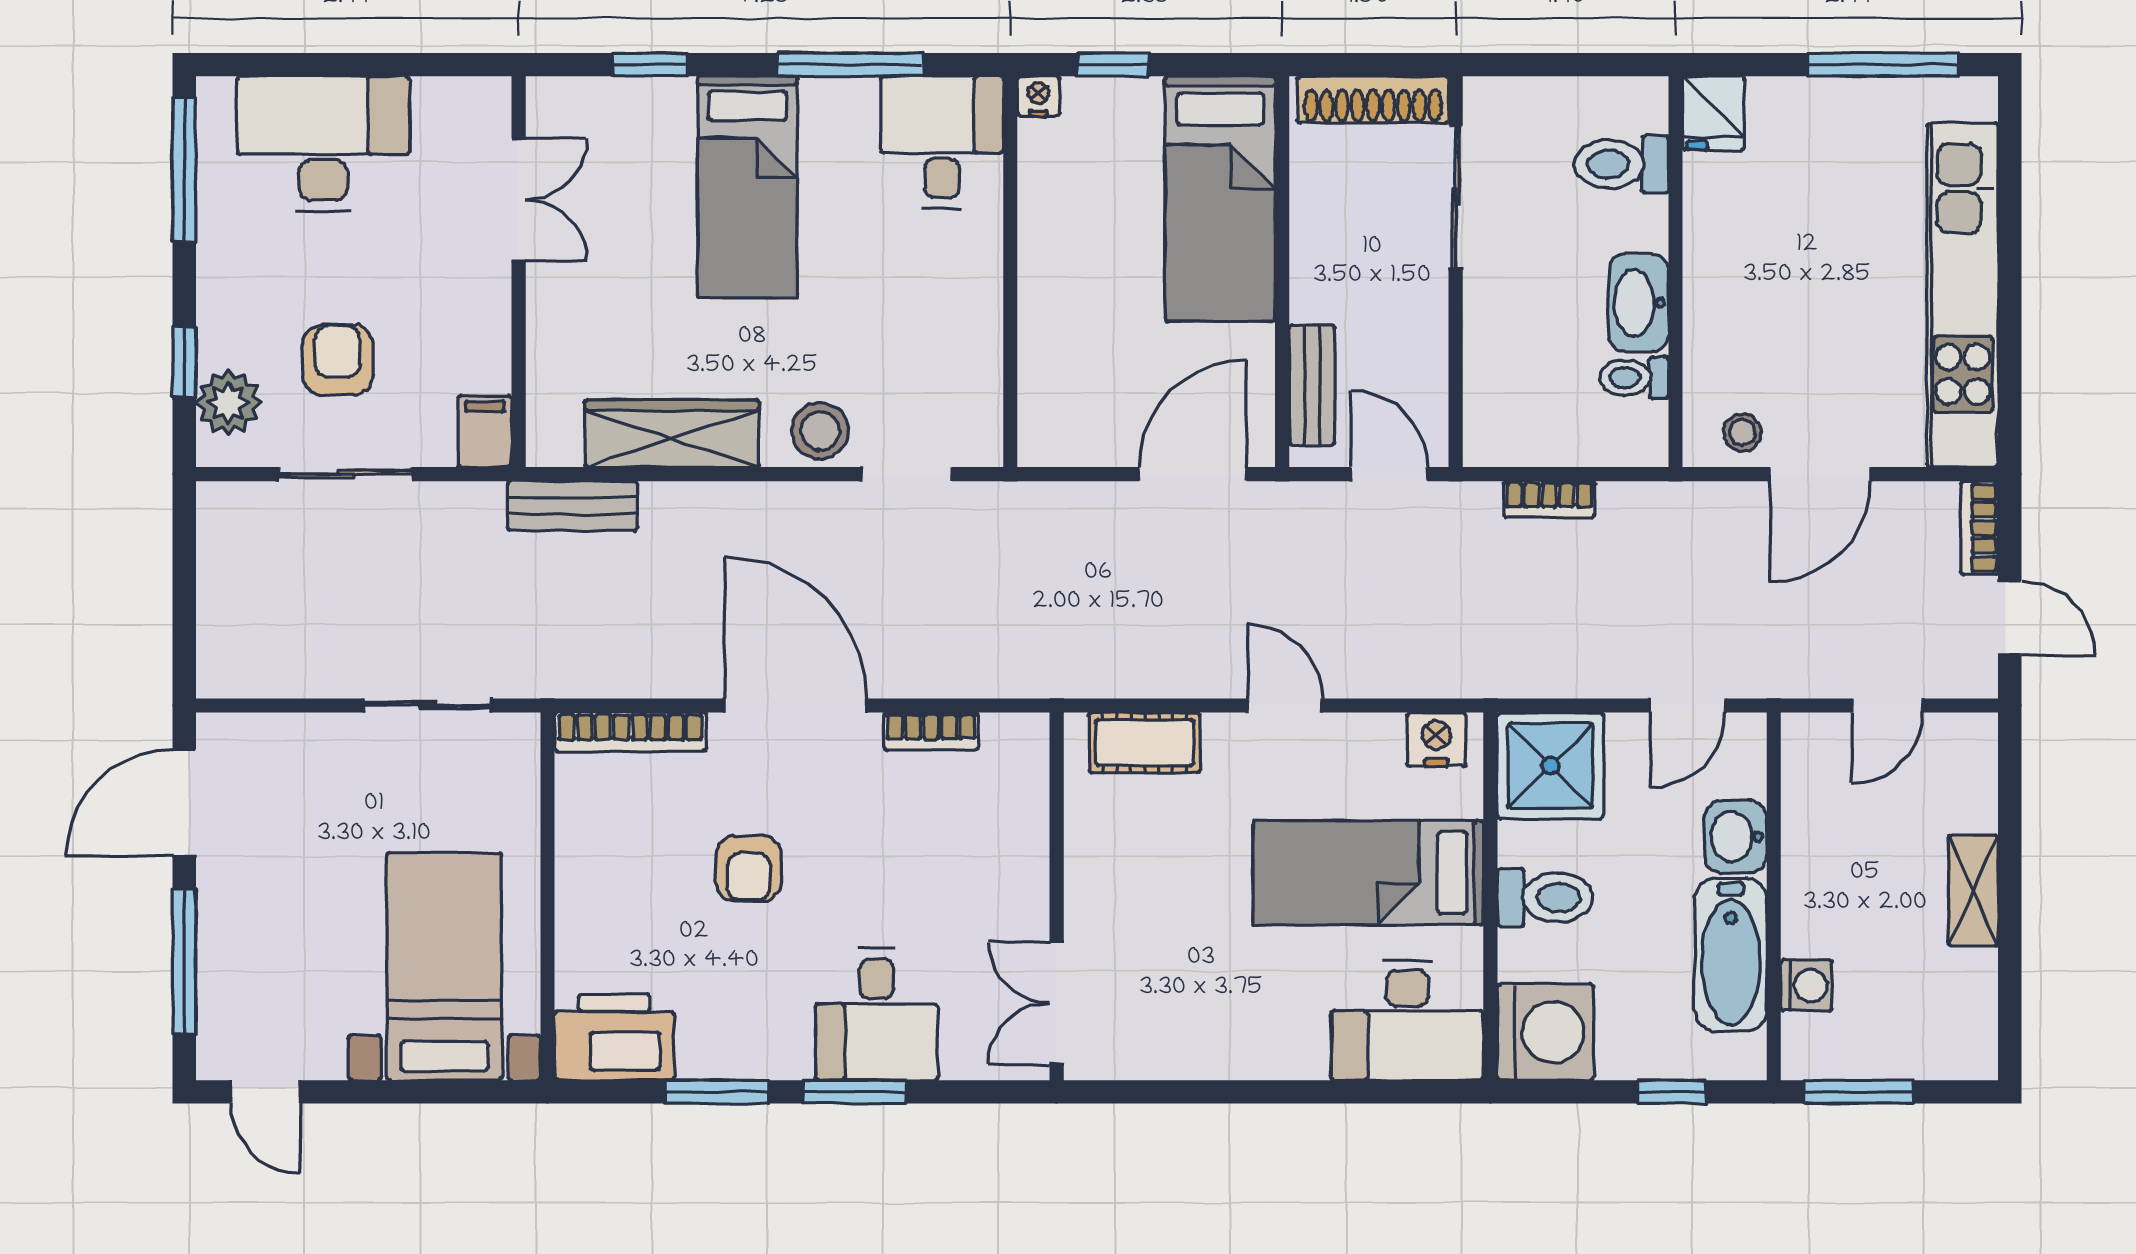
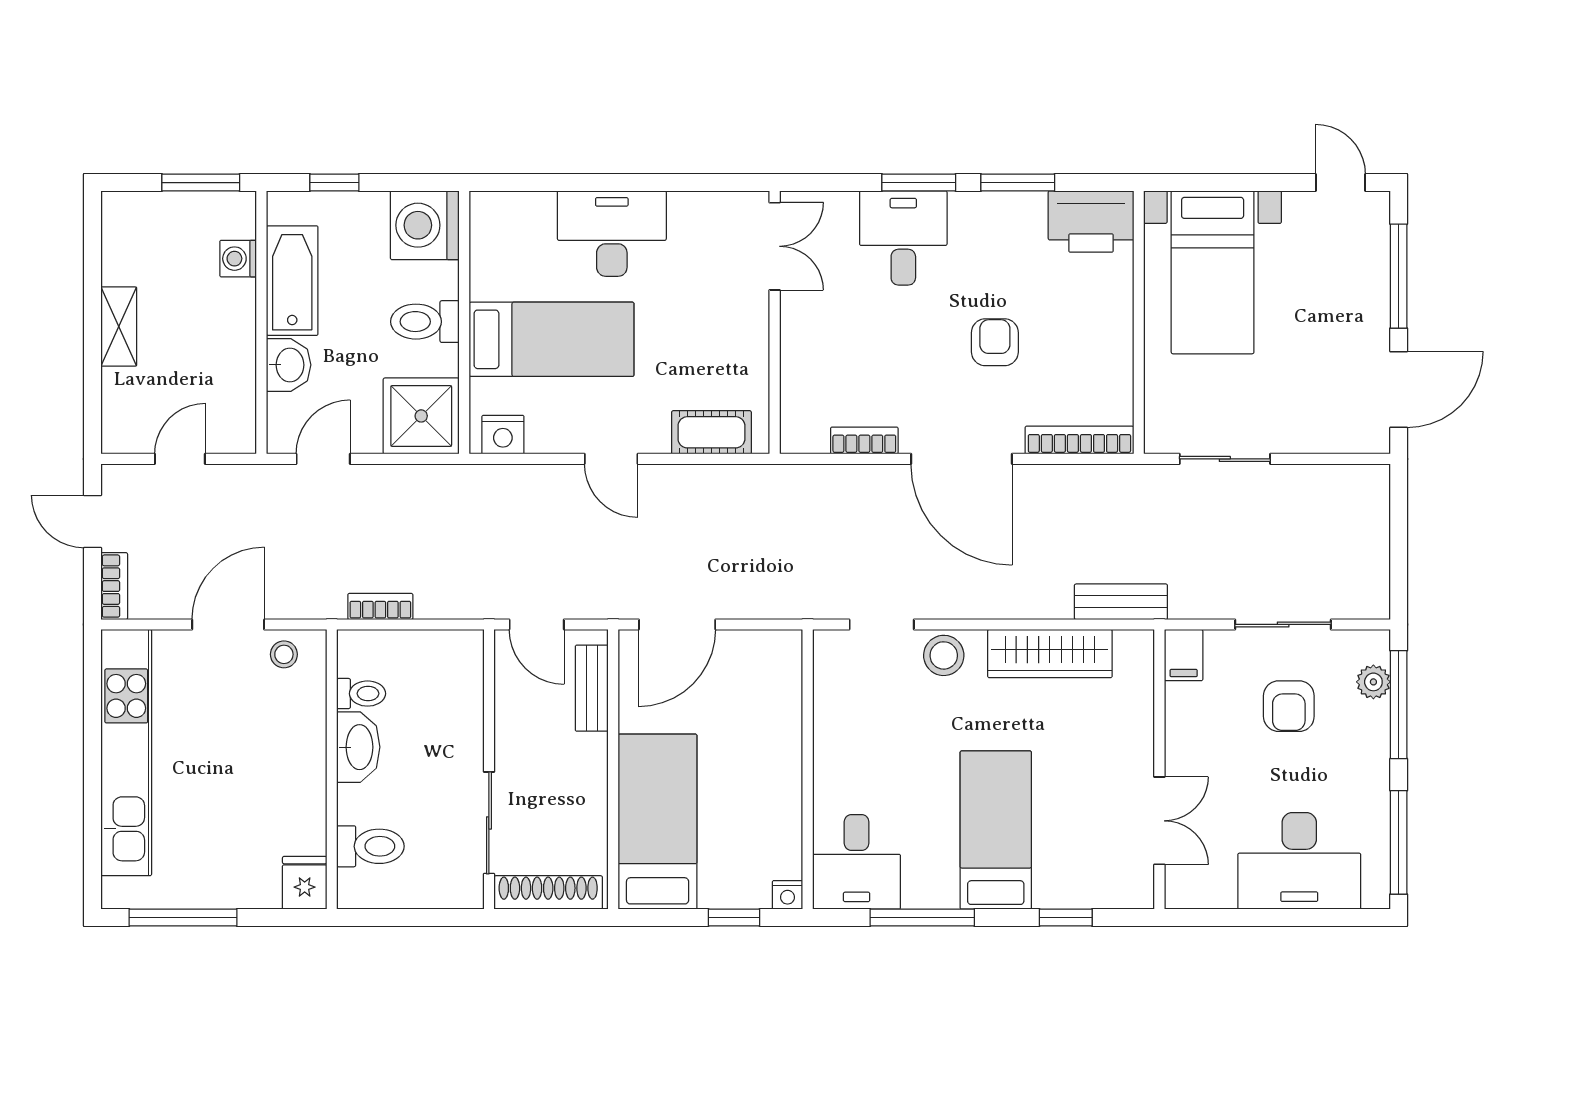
double door: (519, 200) -> (1159, 821), swing flipped
window: (184, 362) -> (1399, 705), width x2.17
plant: (228, 403) -> (1373, 682), width x0.73, depth x0.73
bookcase: (1549, 499) -> (380, 606), moved
desk: (1407, 1021) -> (612, 234), moved

